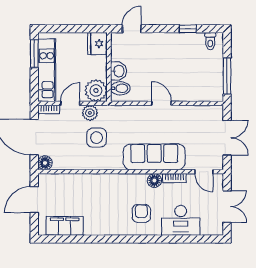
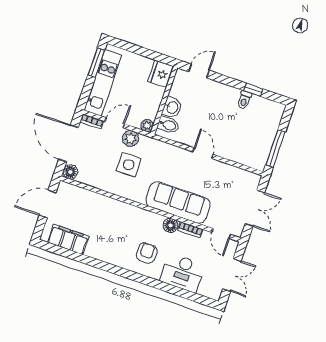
toilet: (210, 41) -> (244, 100), moved
plant: (96, 90) -> (147, 126), width x0.53, depth x0.53

